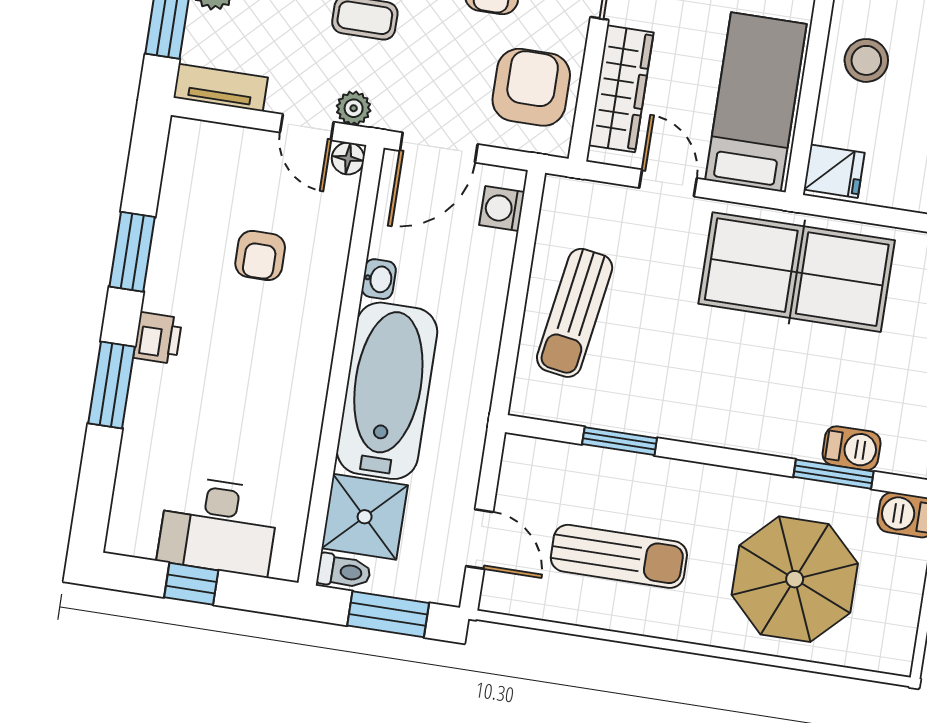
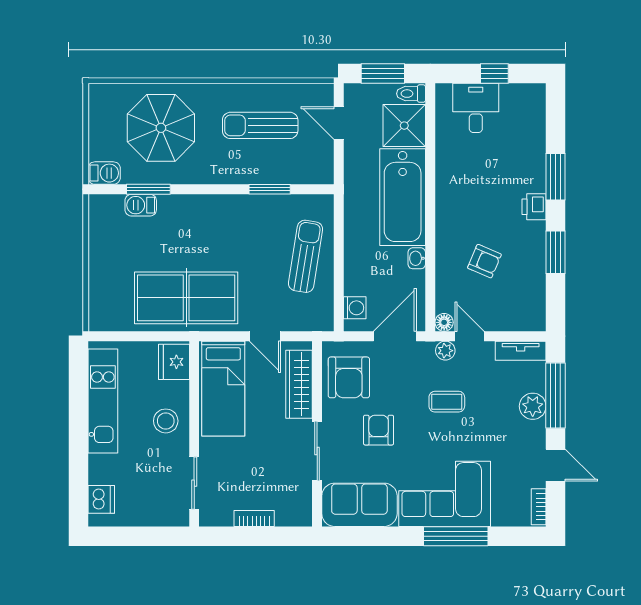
fridge: (834, 171) -> (174, 362), width x1.38
armchair: (260, 256) -> (484, 261), turned 113
desk: (218, 526) -> (476, 108), width x0.73

